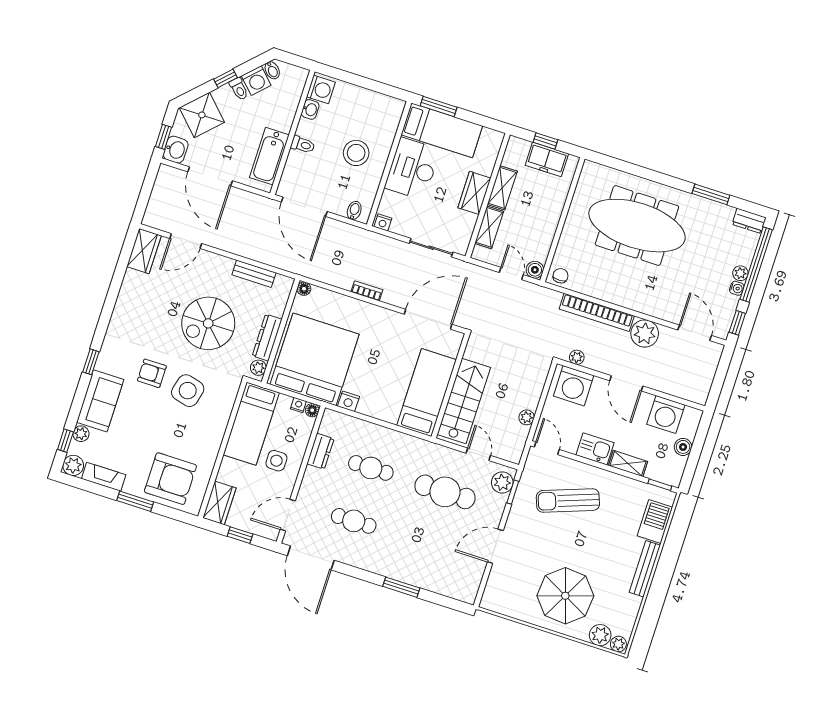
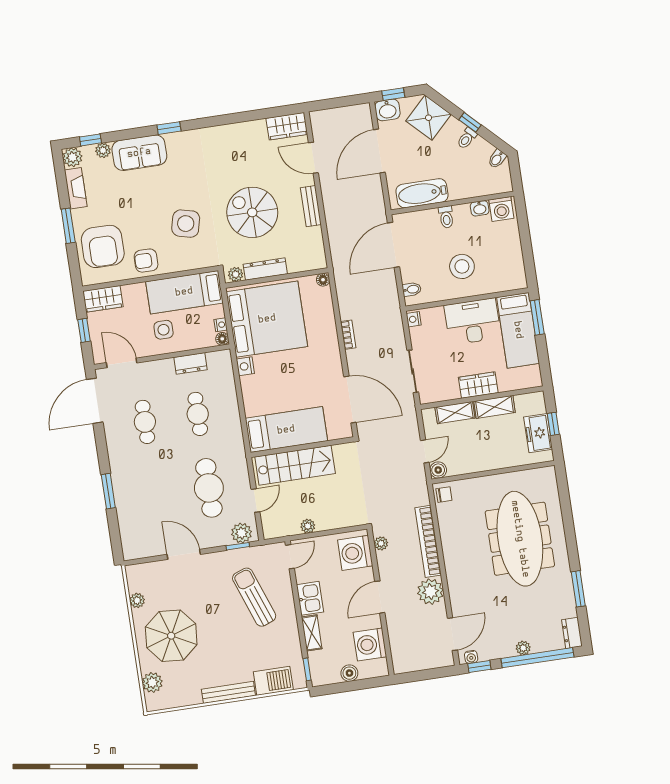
washing machine: (256, 81) -> (481, 150), removed
bench: (254, 274) -> (311, 206), moved
water cooler: (737, 288) -> (471, 657), moved
armchair: (152, 373) -> (146, 261), moved, turned -90
plant: (618, 644) -> (137, 600), moved

